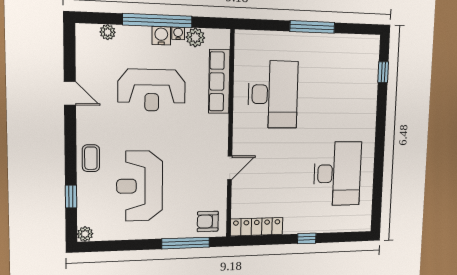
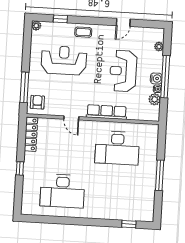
row of seats: (219, 82) -> (107, 112), moved

